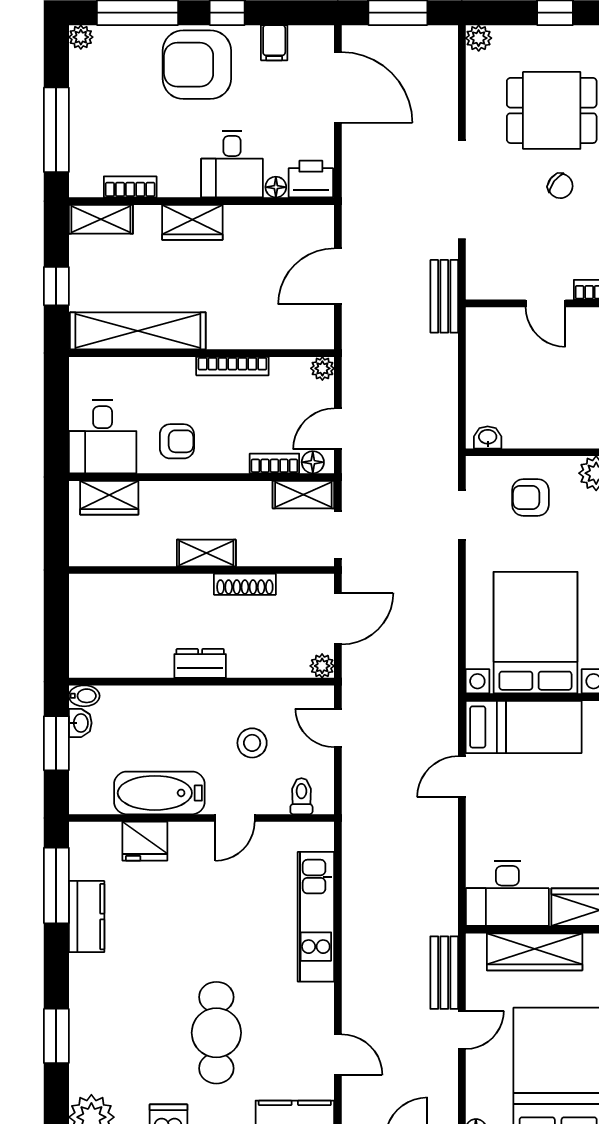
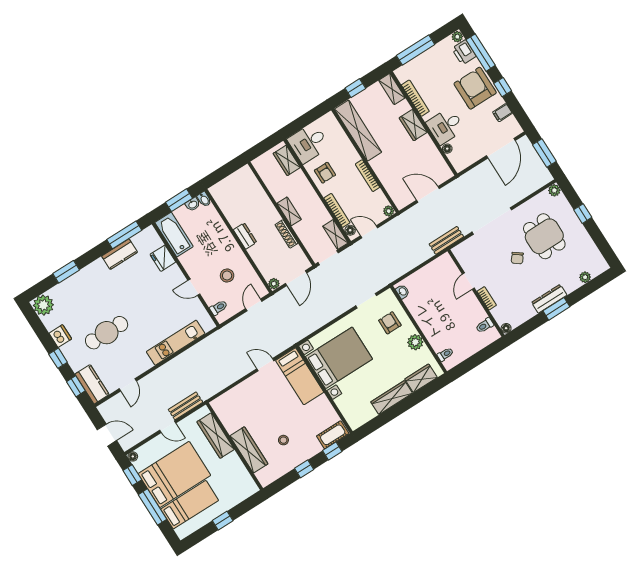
printer: (311, 179) -> (464, 52), moved, turned 180
bookcase: (130, 187) -> (415, 98), width x1.56
bookcase: (274, 463) -> (337, 210), width x1.56
door: (338, 619) -> (296, 278), hinge flipped
bathtub: (159, 793) -> (174, 235), moved
desk: (507, 893) -> (232, 411), removed

